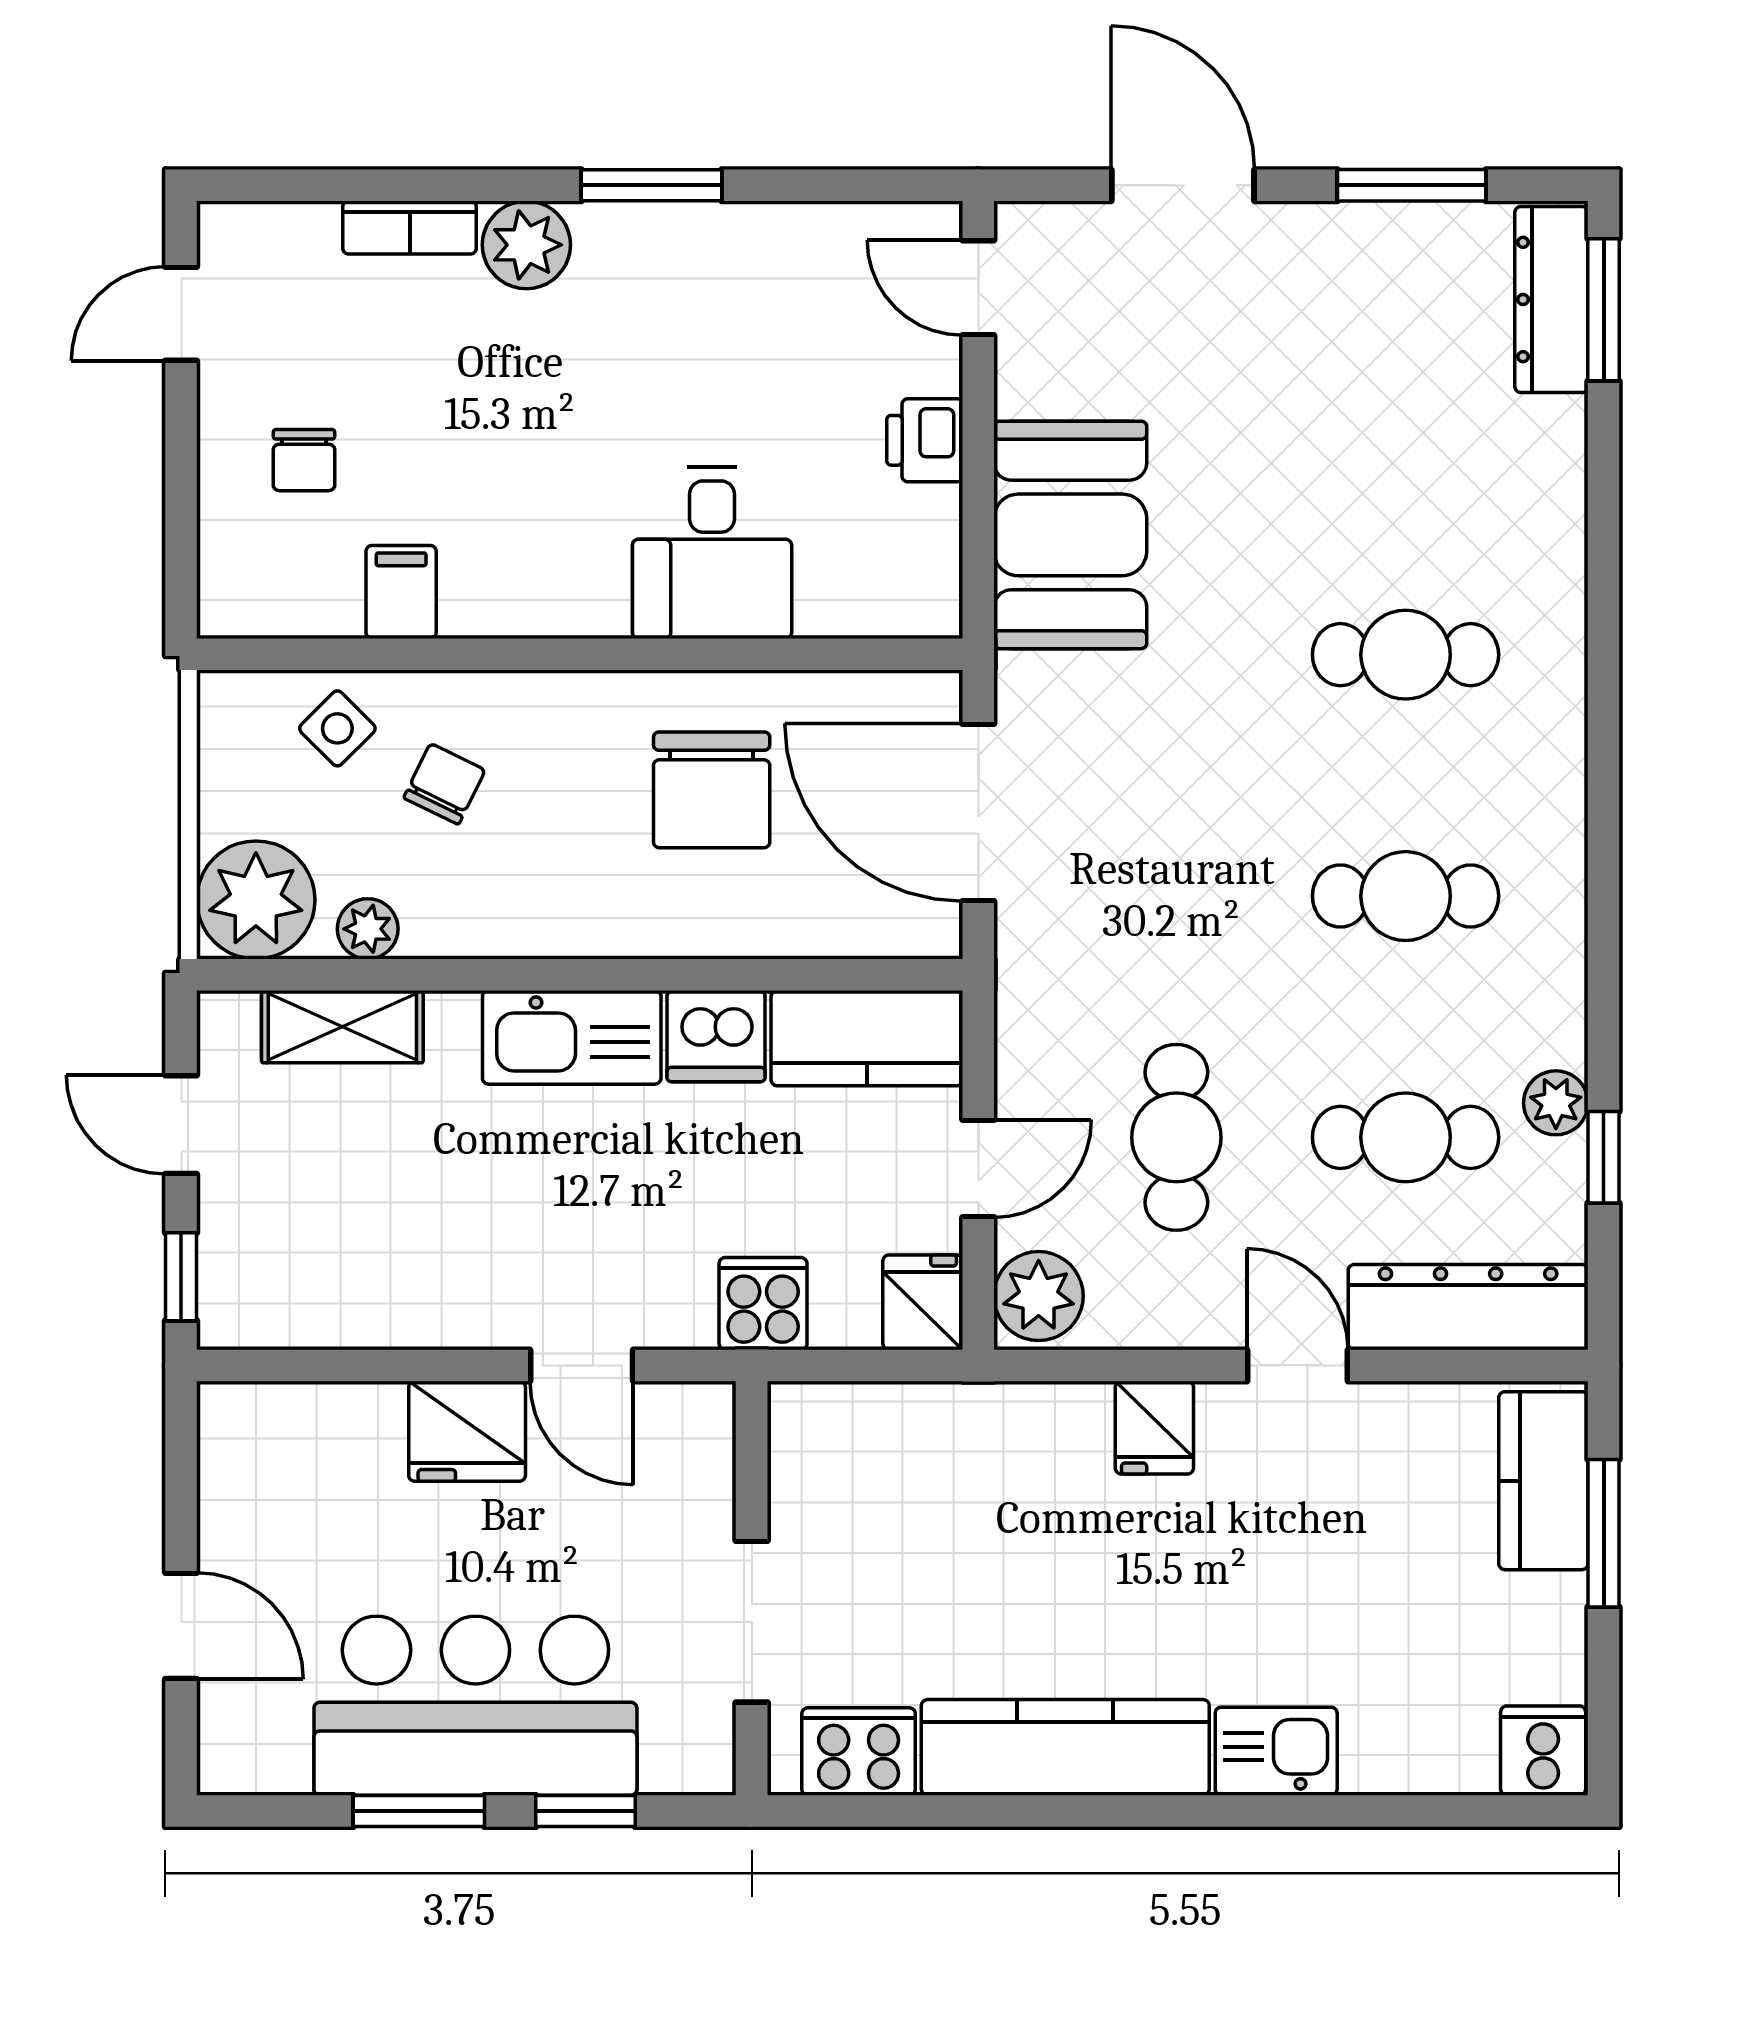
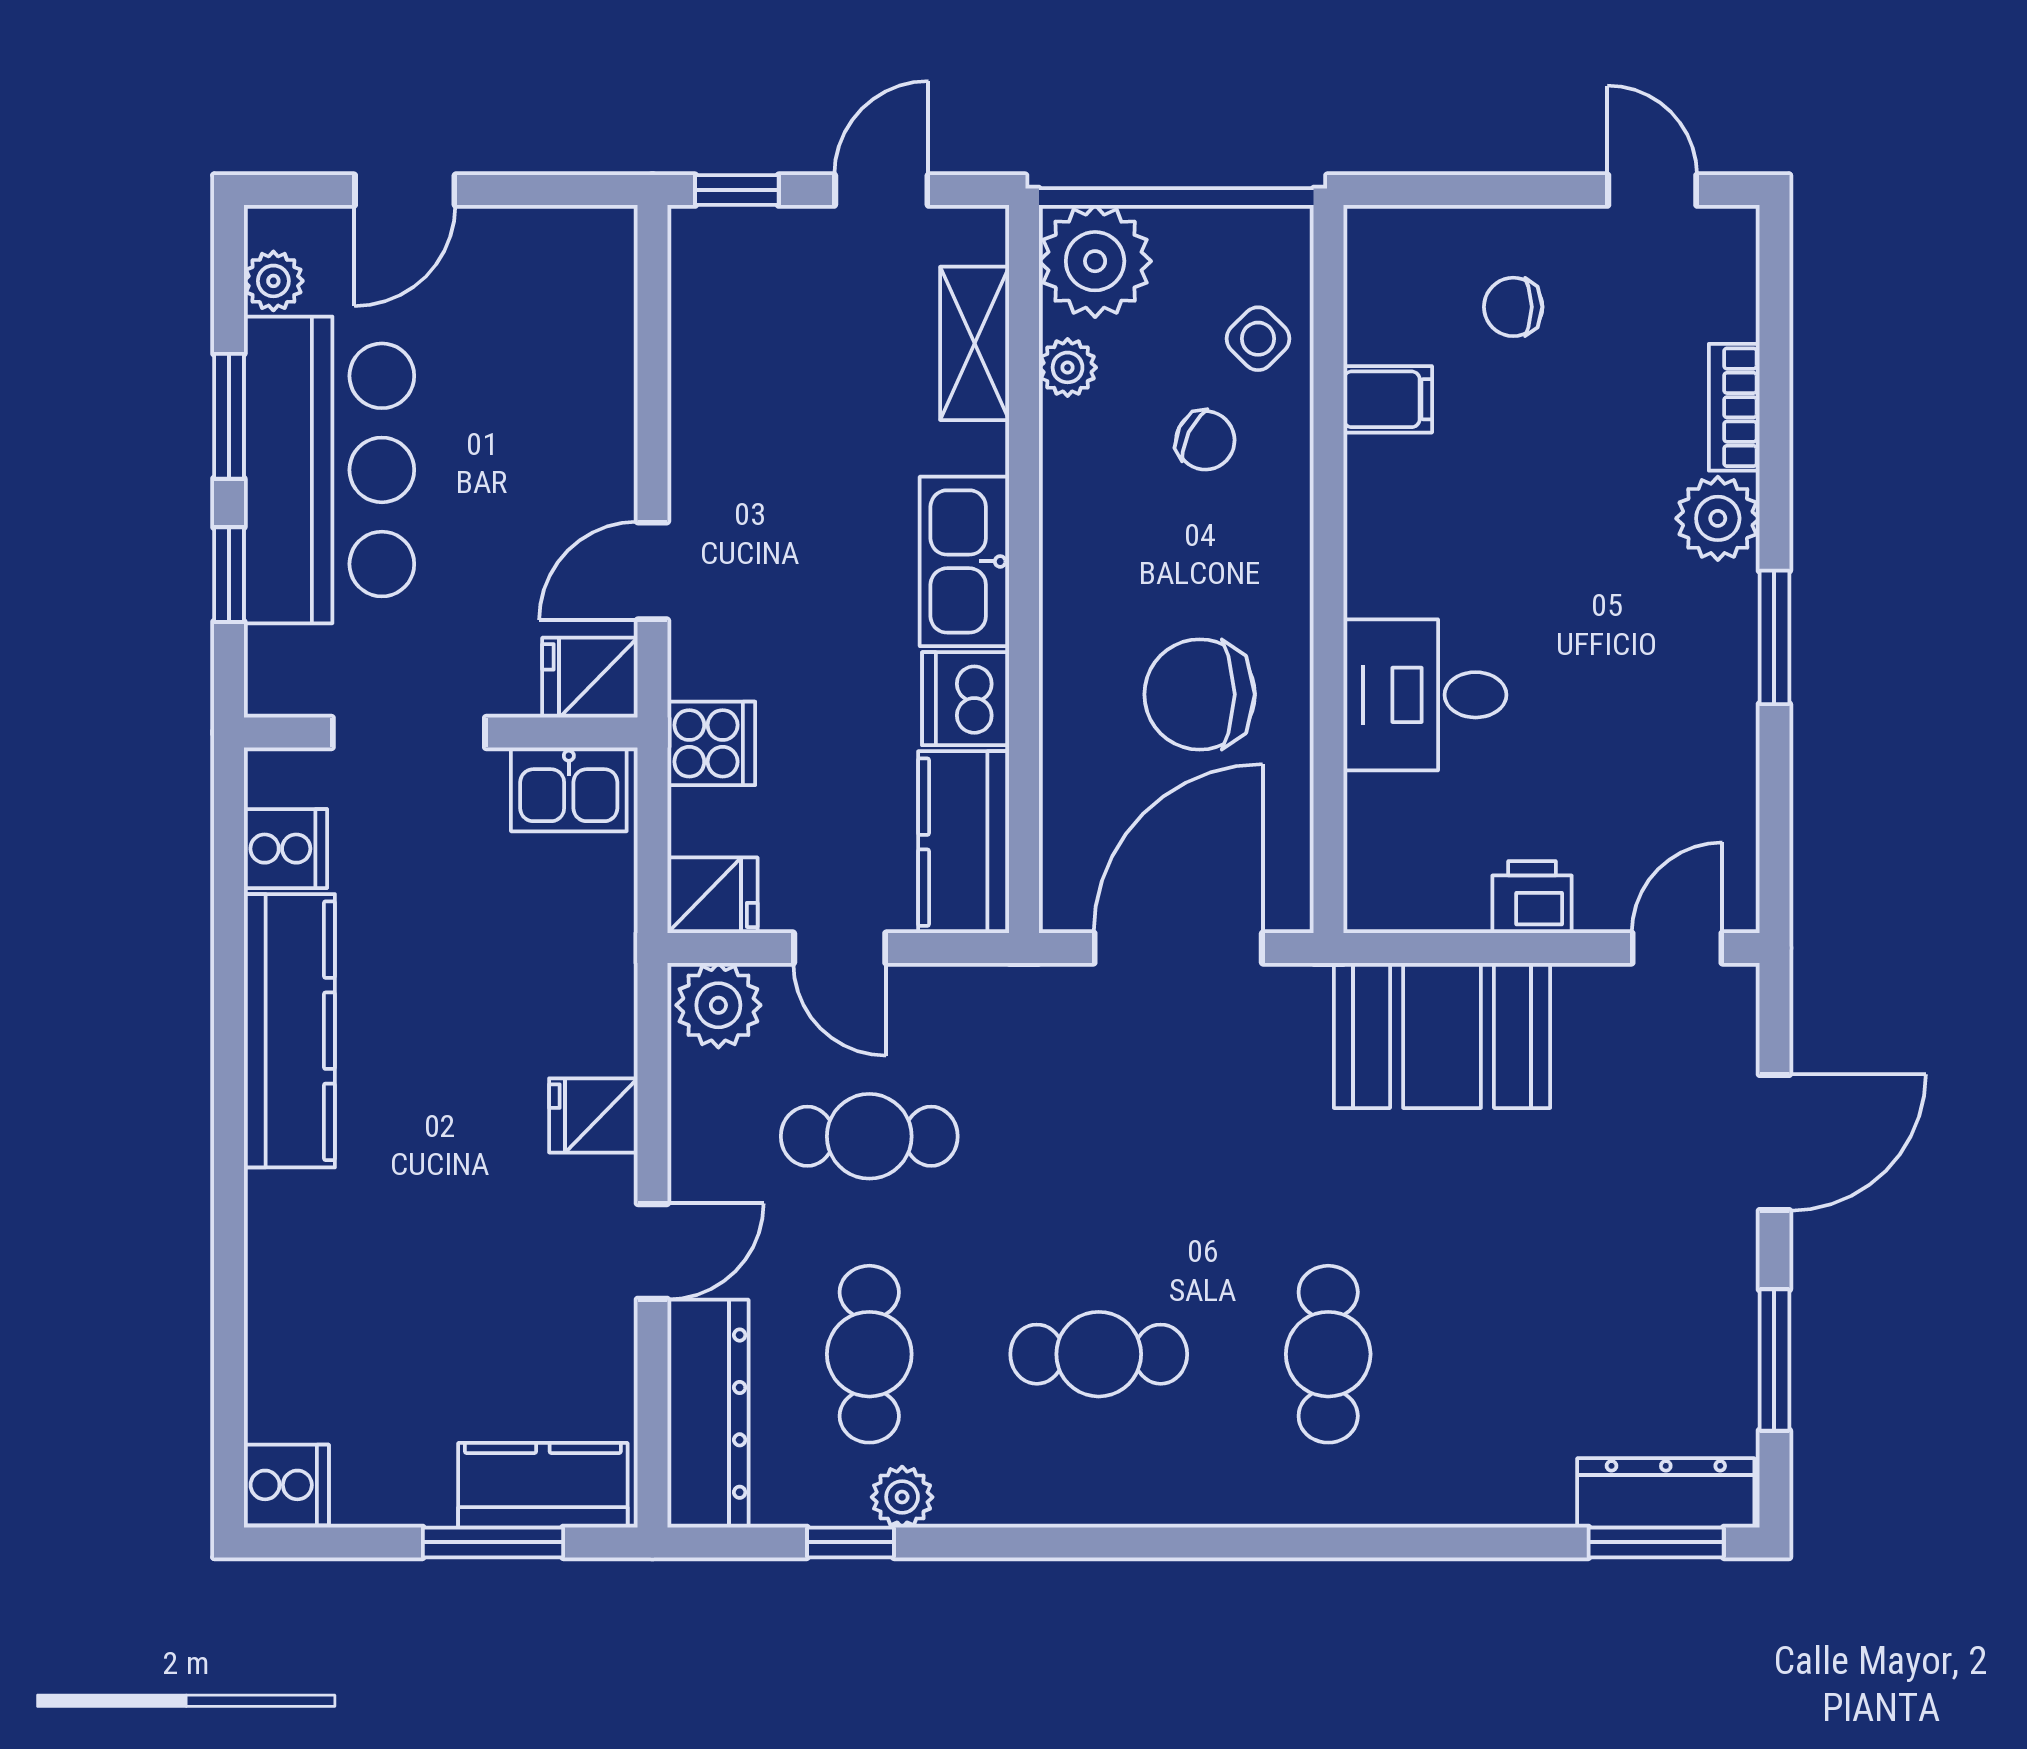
cafe table: (1406, 896) -> (1099, 1354), turned 90
fridge: (467, 1431) -> (590, 678), moved, width x0.72
kitchen sink: (1276, 1751) -> (569, 789), moved, turned 90
cooker: (859, 1752) -> (285, 849), width x0.73
plant: (277, 1764) -> (273, 281), added

